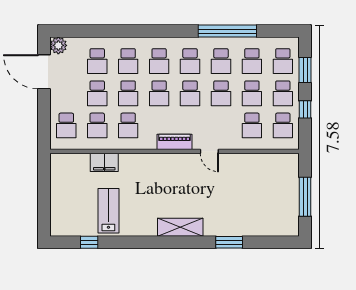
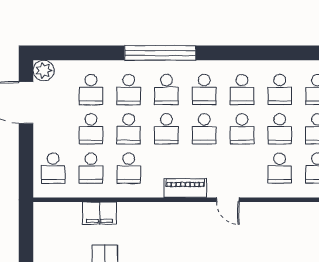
window: (227, 31) -> (160, 53), moved

